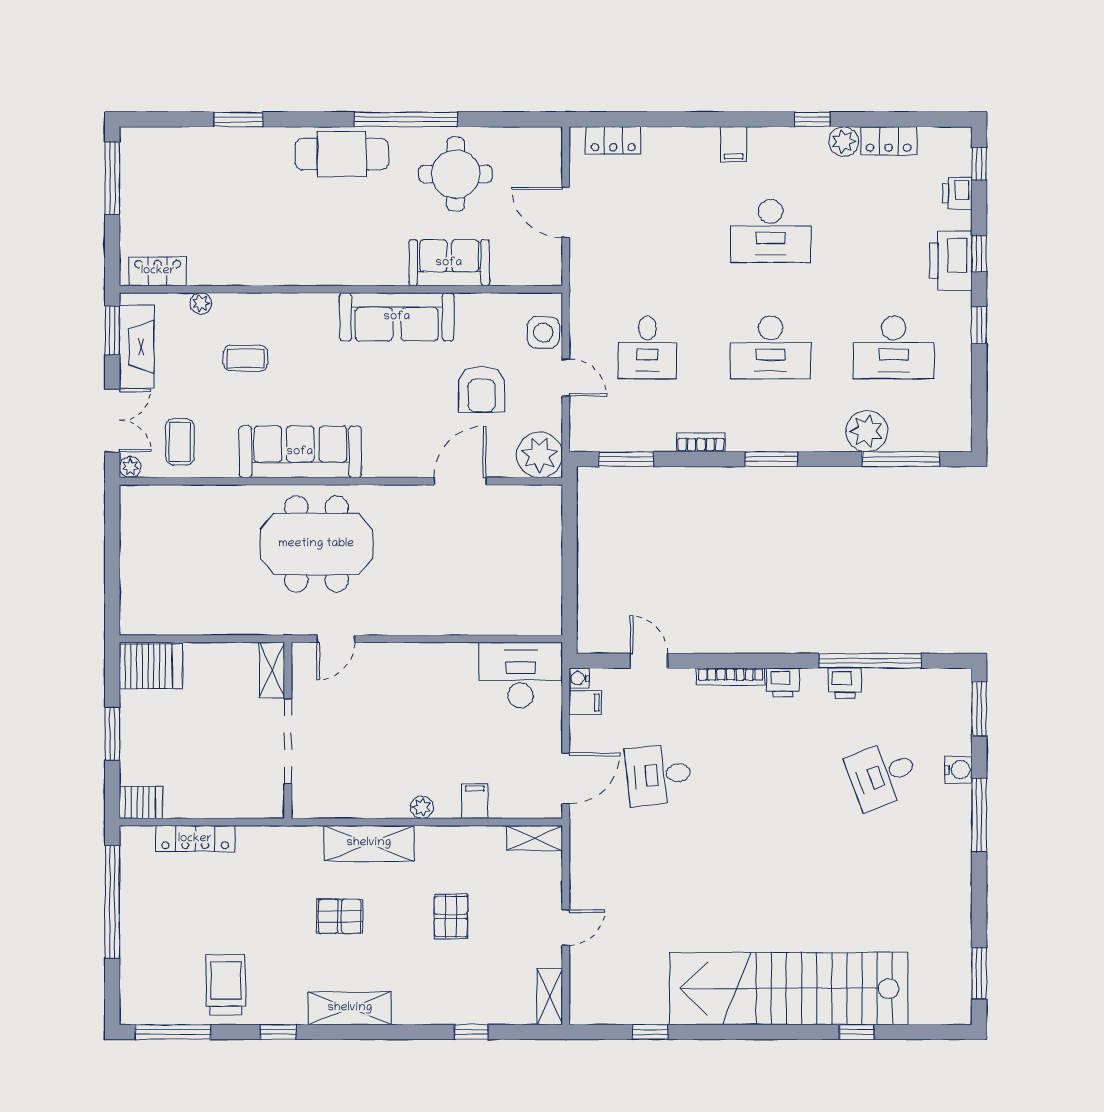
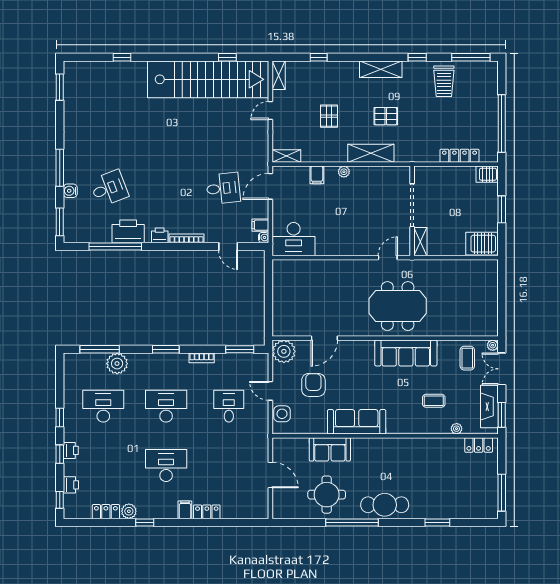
locker: (613, 140) -> (207, 512), moved
printer: (951, 261) -> (71, 450), width x0.53, depth x0.68
printer: (845, 683) -> (128, 231), width x1.87, depth x1.48
stairs: (789, 989) -> (208, 79), moved

